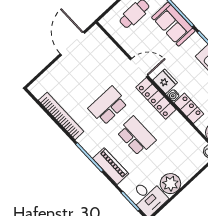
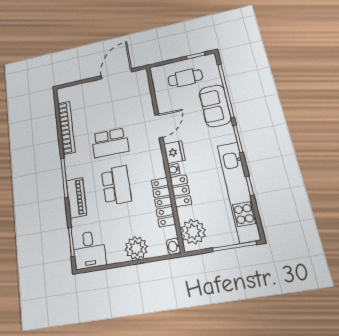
door: (139, 68) -> (159, 126), hinge flipped
locker: (156, 98) -> (163, 202), moved
school desk: (108, 106) -> (110, 143), turned 180
plant: (170, 184) -> (136, 248), moved

